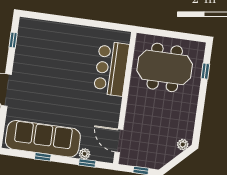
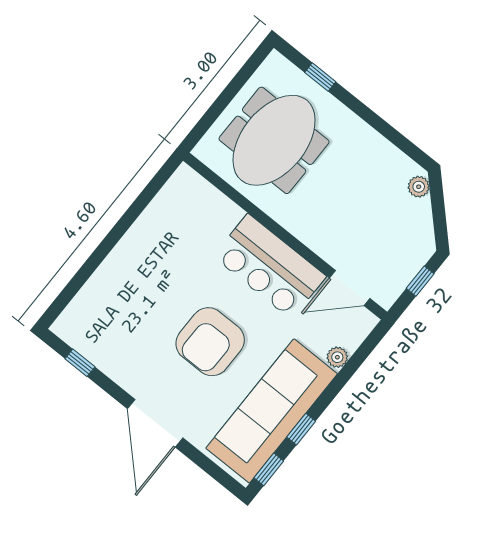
bar counter: (111, 68) -> (270, 266), moved
armchair: (57, 93) -> (210, 342), added
window: (87, 163) -> (269, 469), moved

